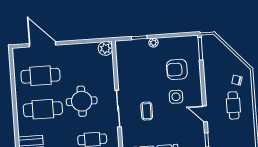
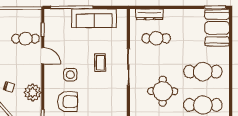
plant: (213, 76) -> (33, 92), added
round table: (82, 101) -> (163, 91), moved
cafe table: (233, 105) -> (26, 39), moved, turned 90

